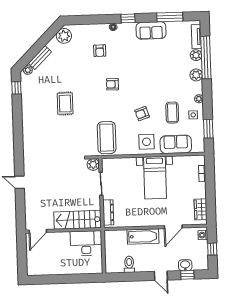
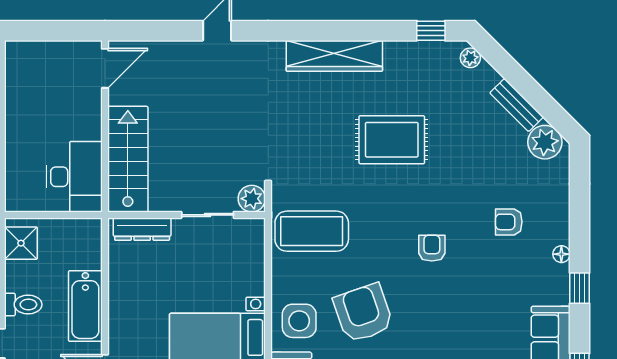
bench: (40, 58) -> (517, 105), moved
rug: (65, 104) -> (392, 140), width x1.36, depth x1.43
armchair: (142, 114) -> (363, 313), width x1.88, depth x1.88
wardrobe: (29, 130) -> (334, 56), added
door: (38, 231) -> (105, 68), swing flipped
toilet: (129, 264) -> (23, 305), moved
shower: (116, 266) -> (21, 243), added

